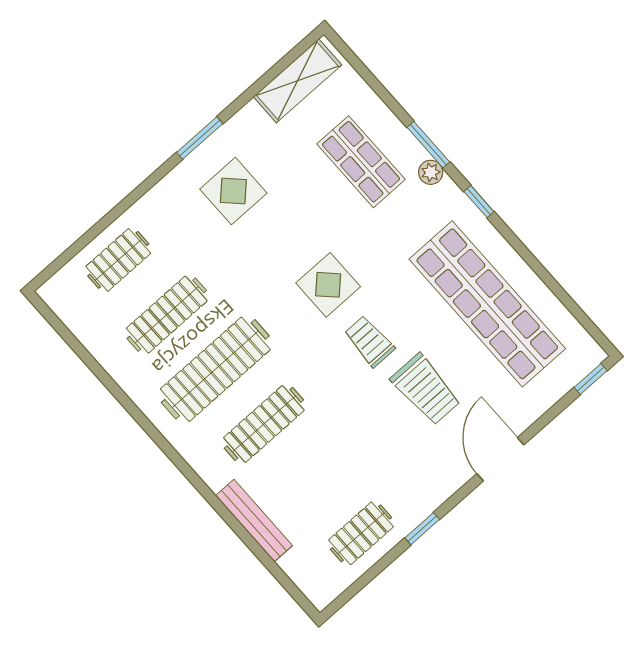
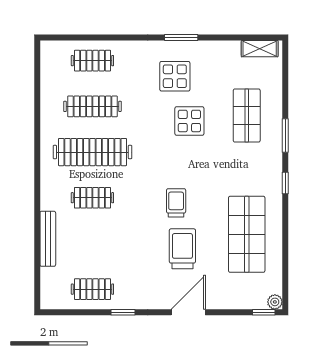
shelving: (297, 81) -> (260, 49), width x0.67, depth x0.75
plant: (431, 172) -> (275, 302), moved
display table: (328, 285) -> (189, 121), moved
shop shelf: (487, 304) -> (247, 234), width x0.71
trolley: (426, 389) -> (182, 249), turned 180
clothes rail: (264, 424) -> (92, 198), width x0.73

